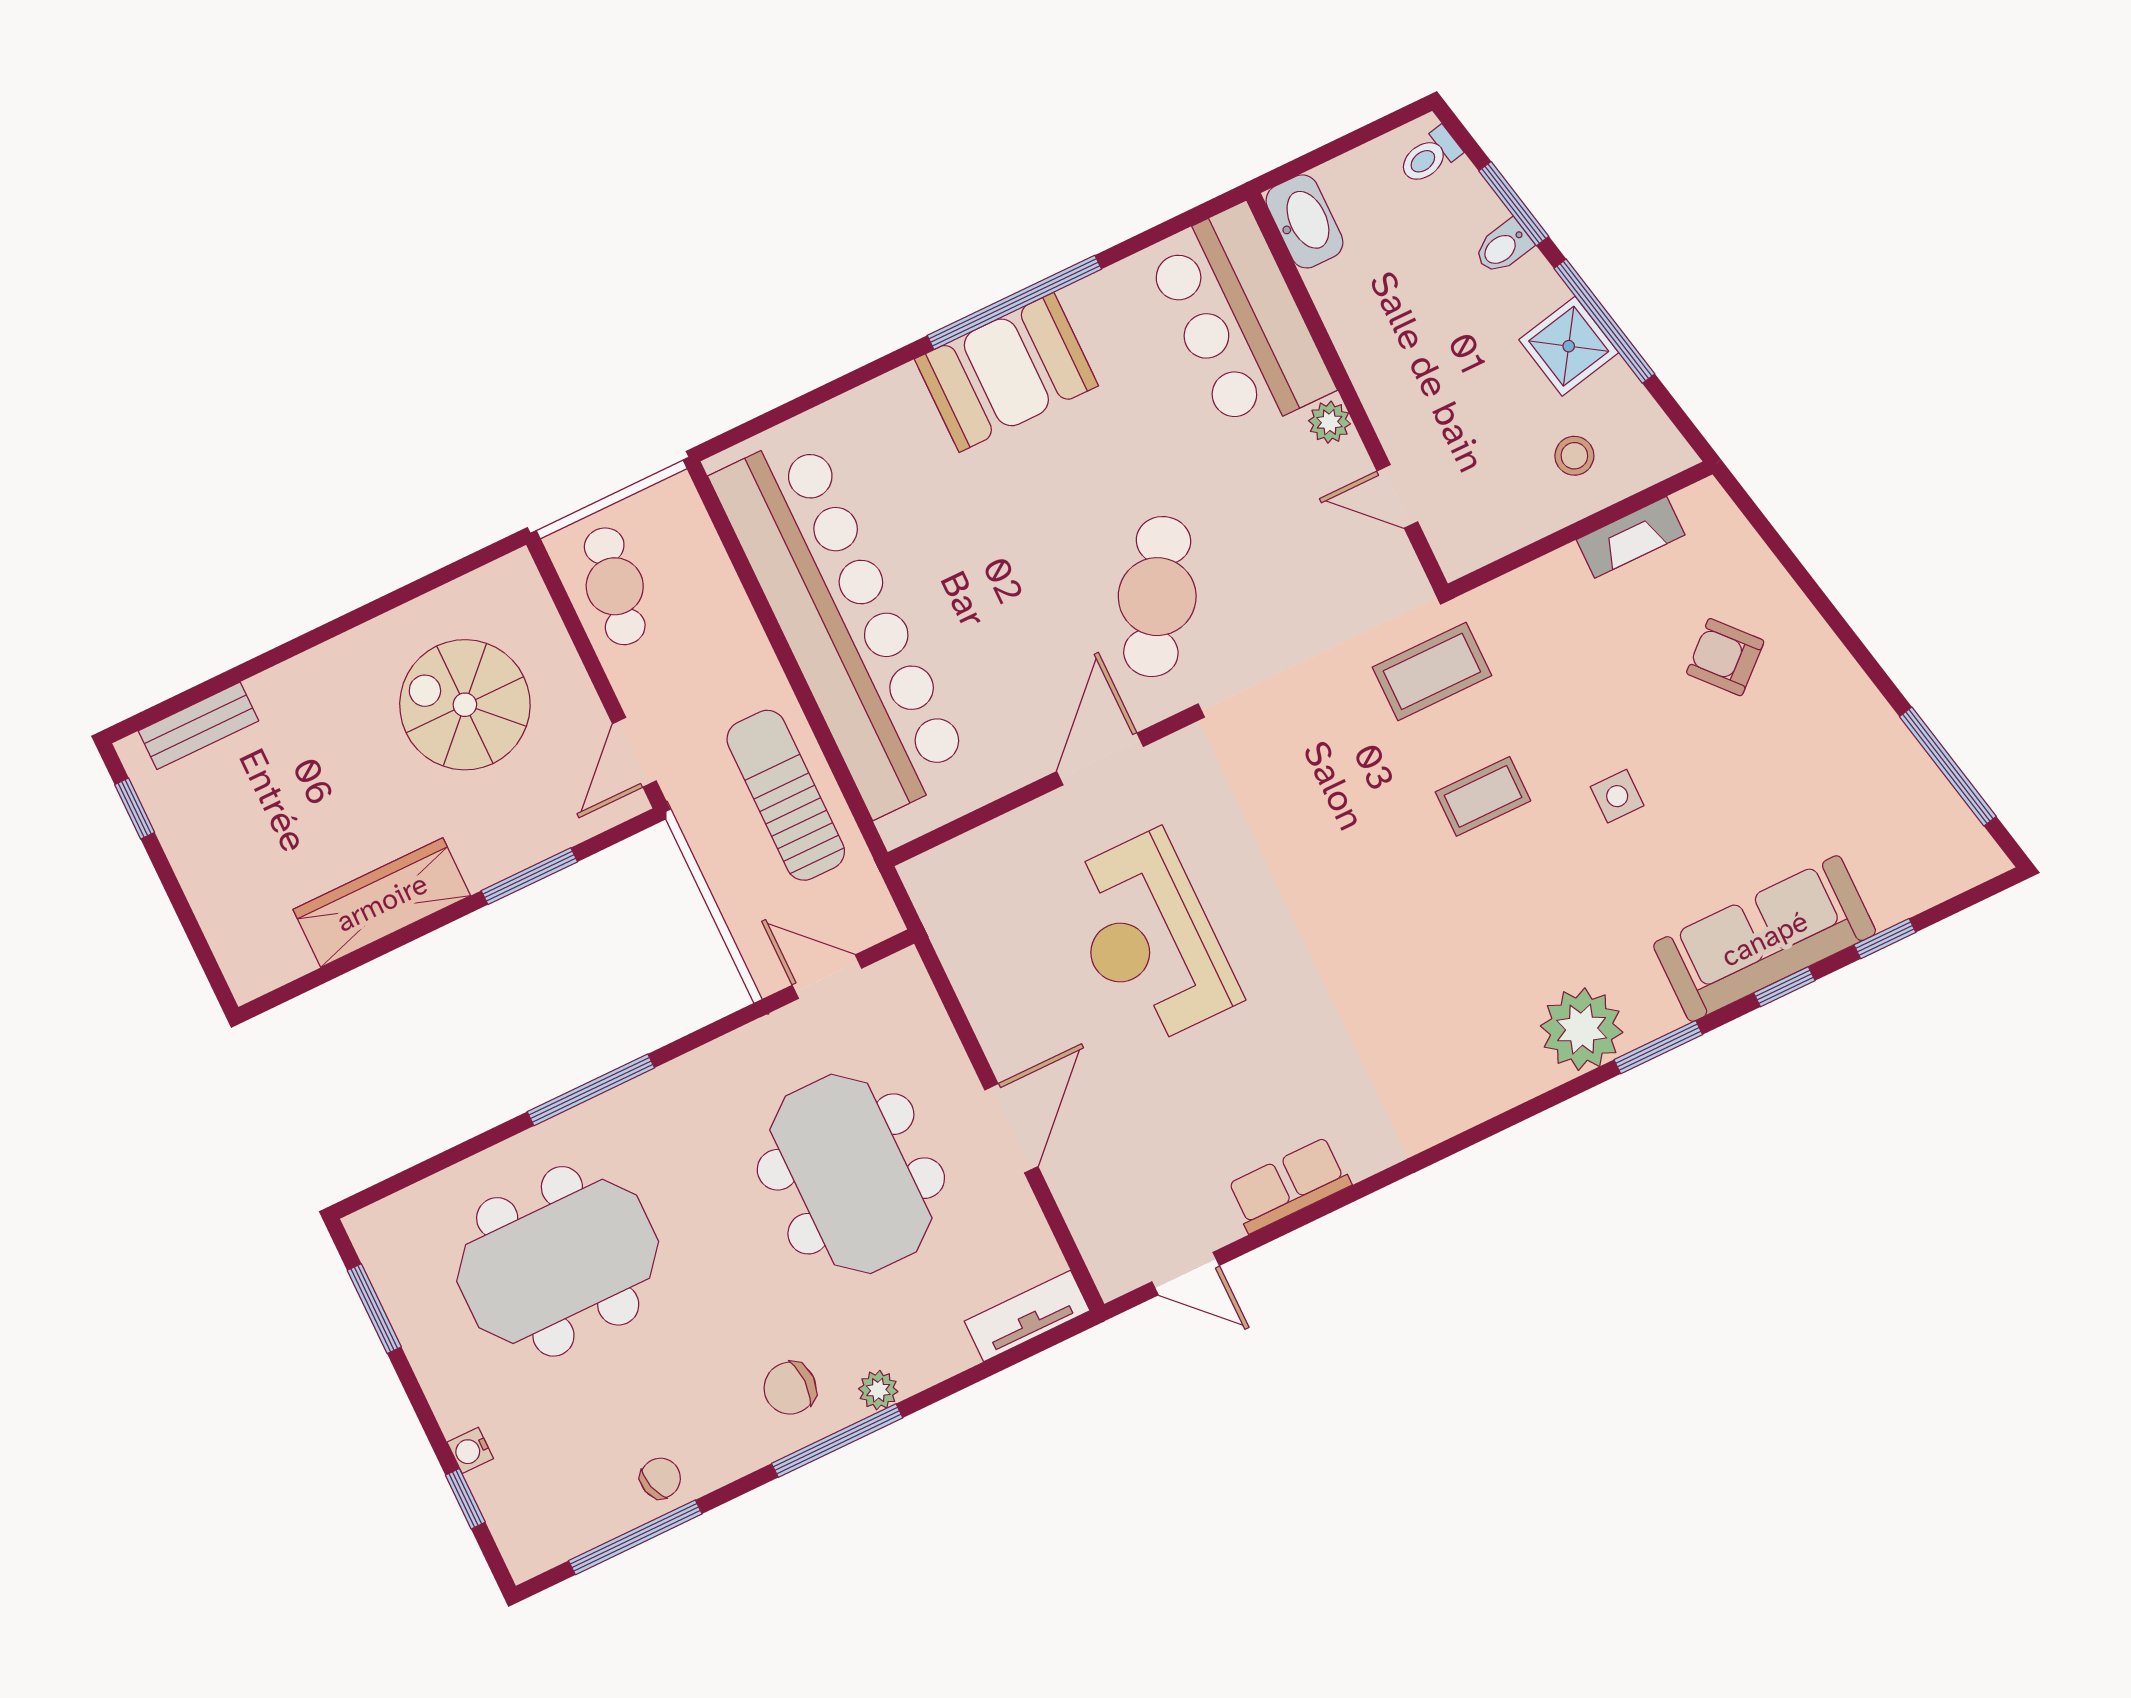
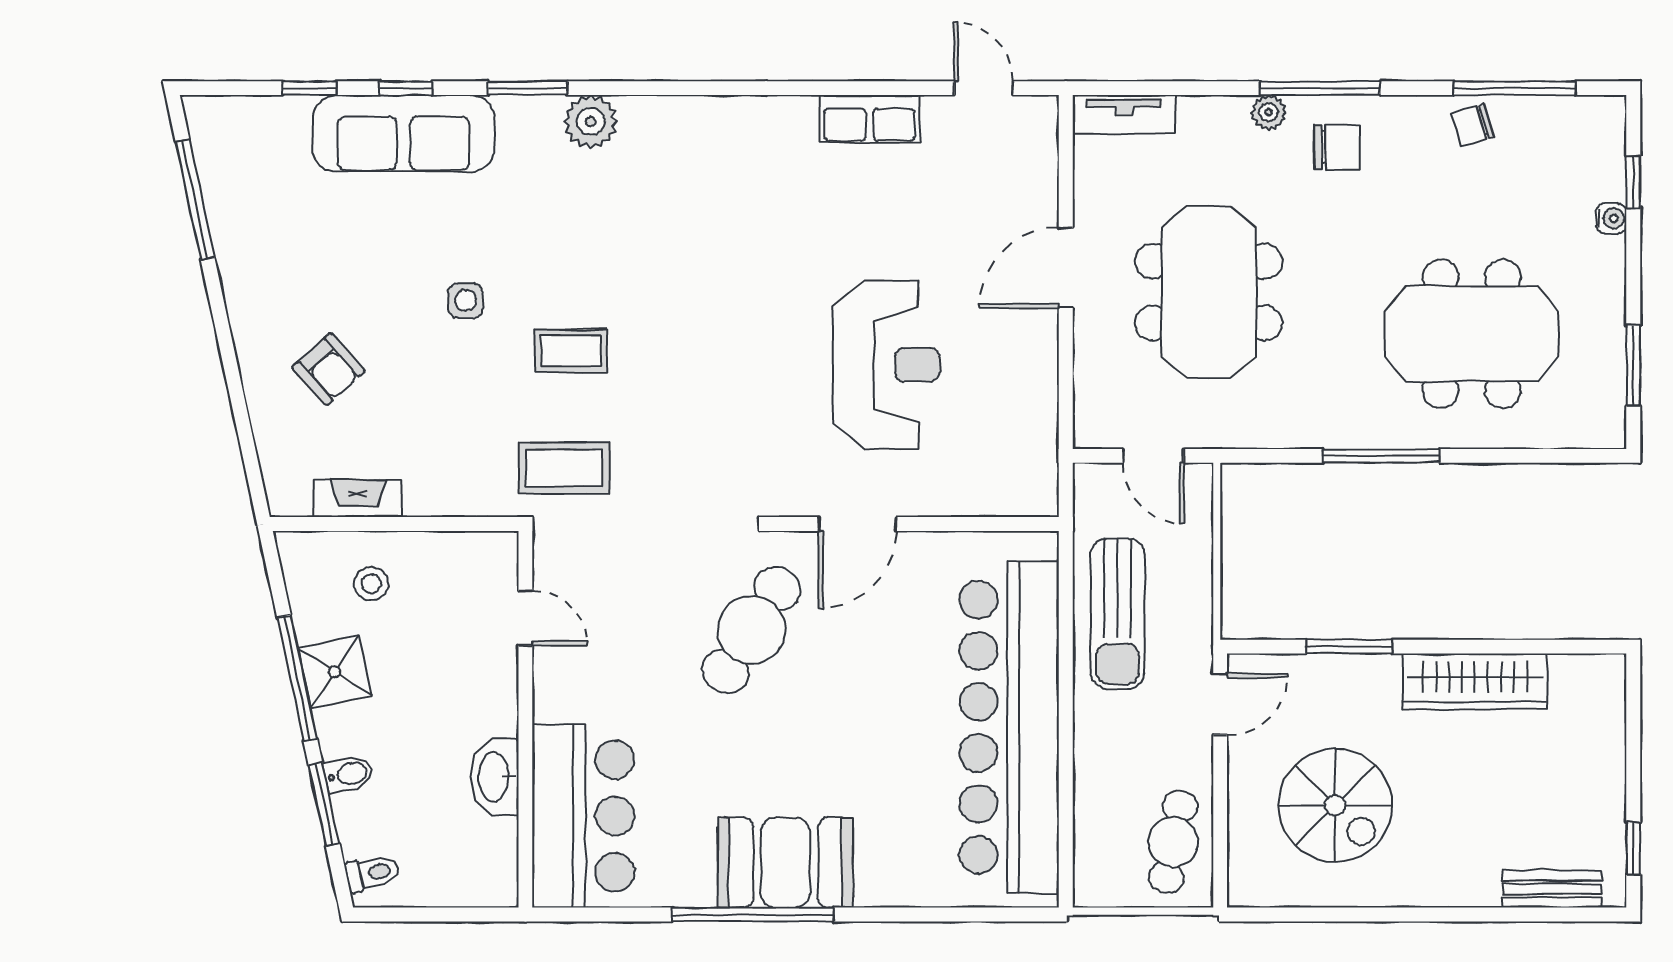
washbasin: (1304, 221) -> (495, 777), moved
plant: (1329, 422) -> (551, 702), removed
plant: (1582, 1029) -> (591, 121), width x0.73, depth x0.73

